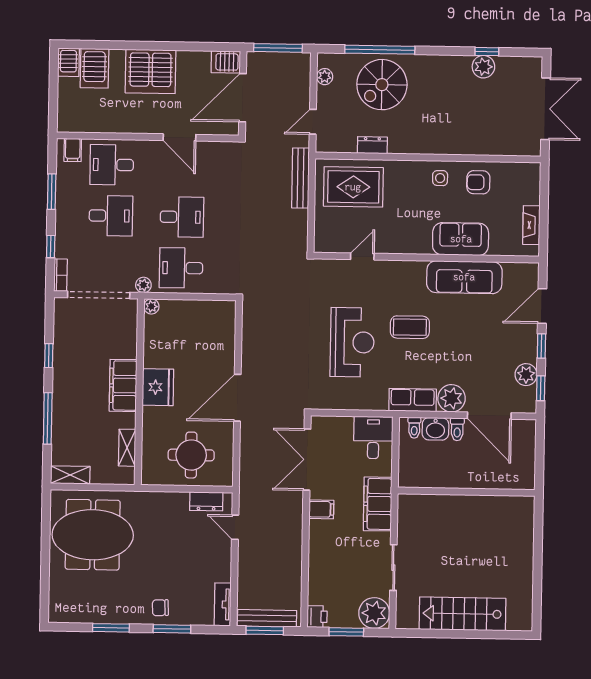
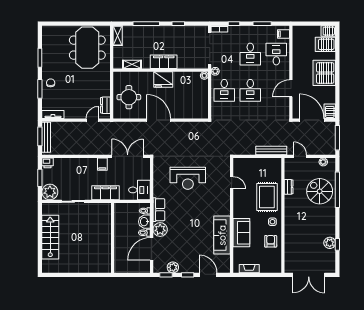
rug: (353, 187) -> (267, 197), moved
desk: (181, 268) -> (224, 90), turned 180
coffee table: (410, 327) -> (196, 208), removed

